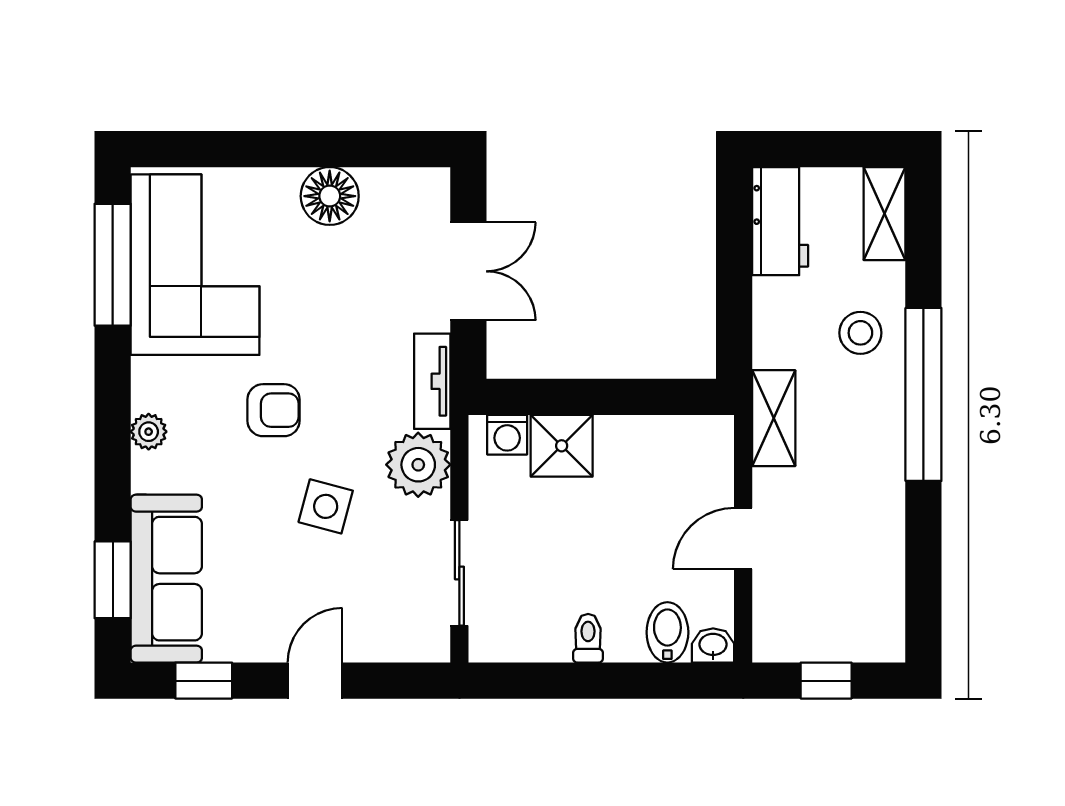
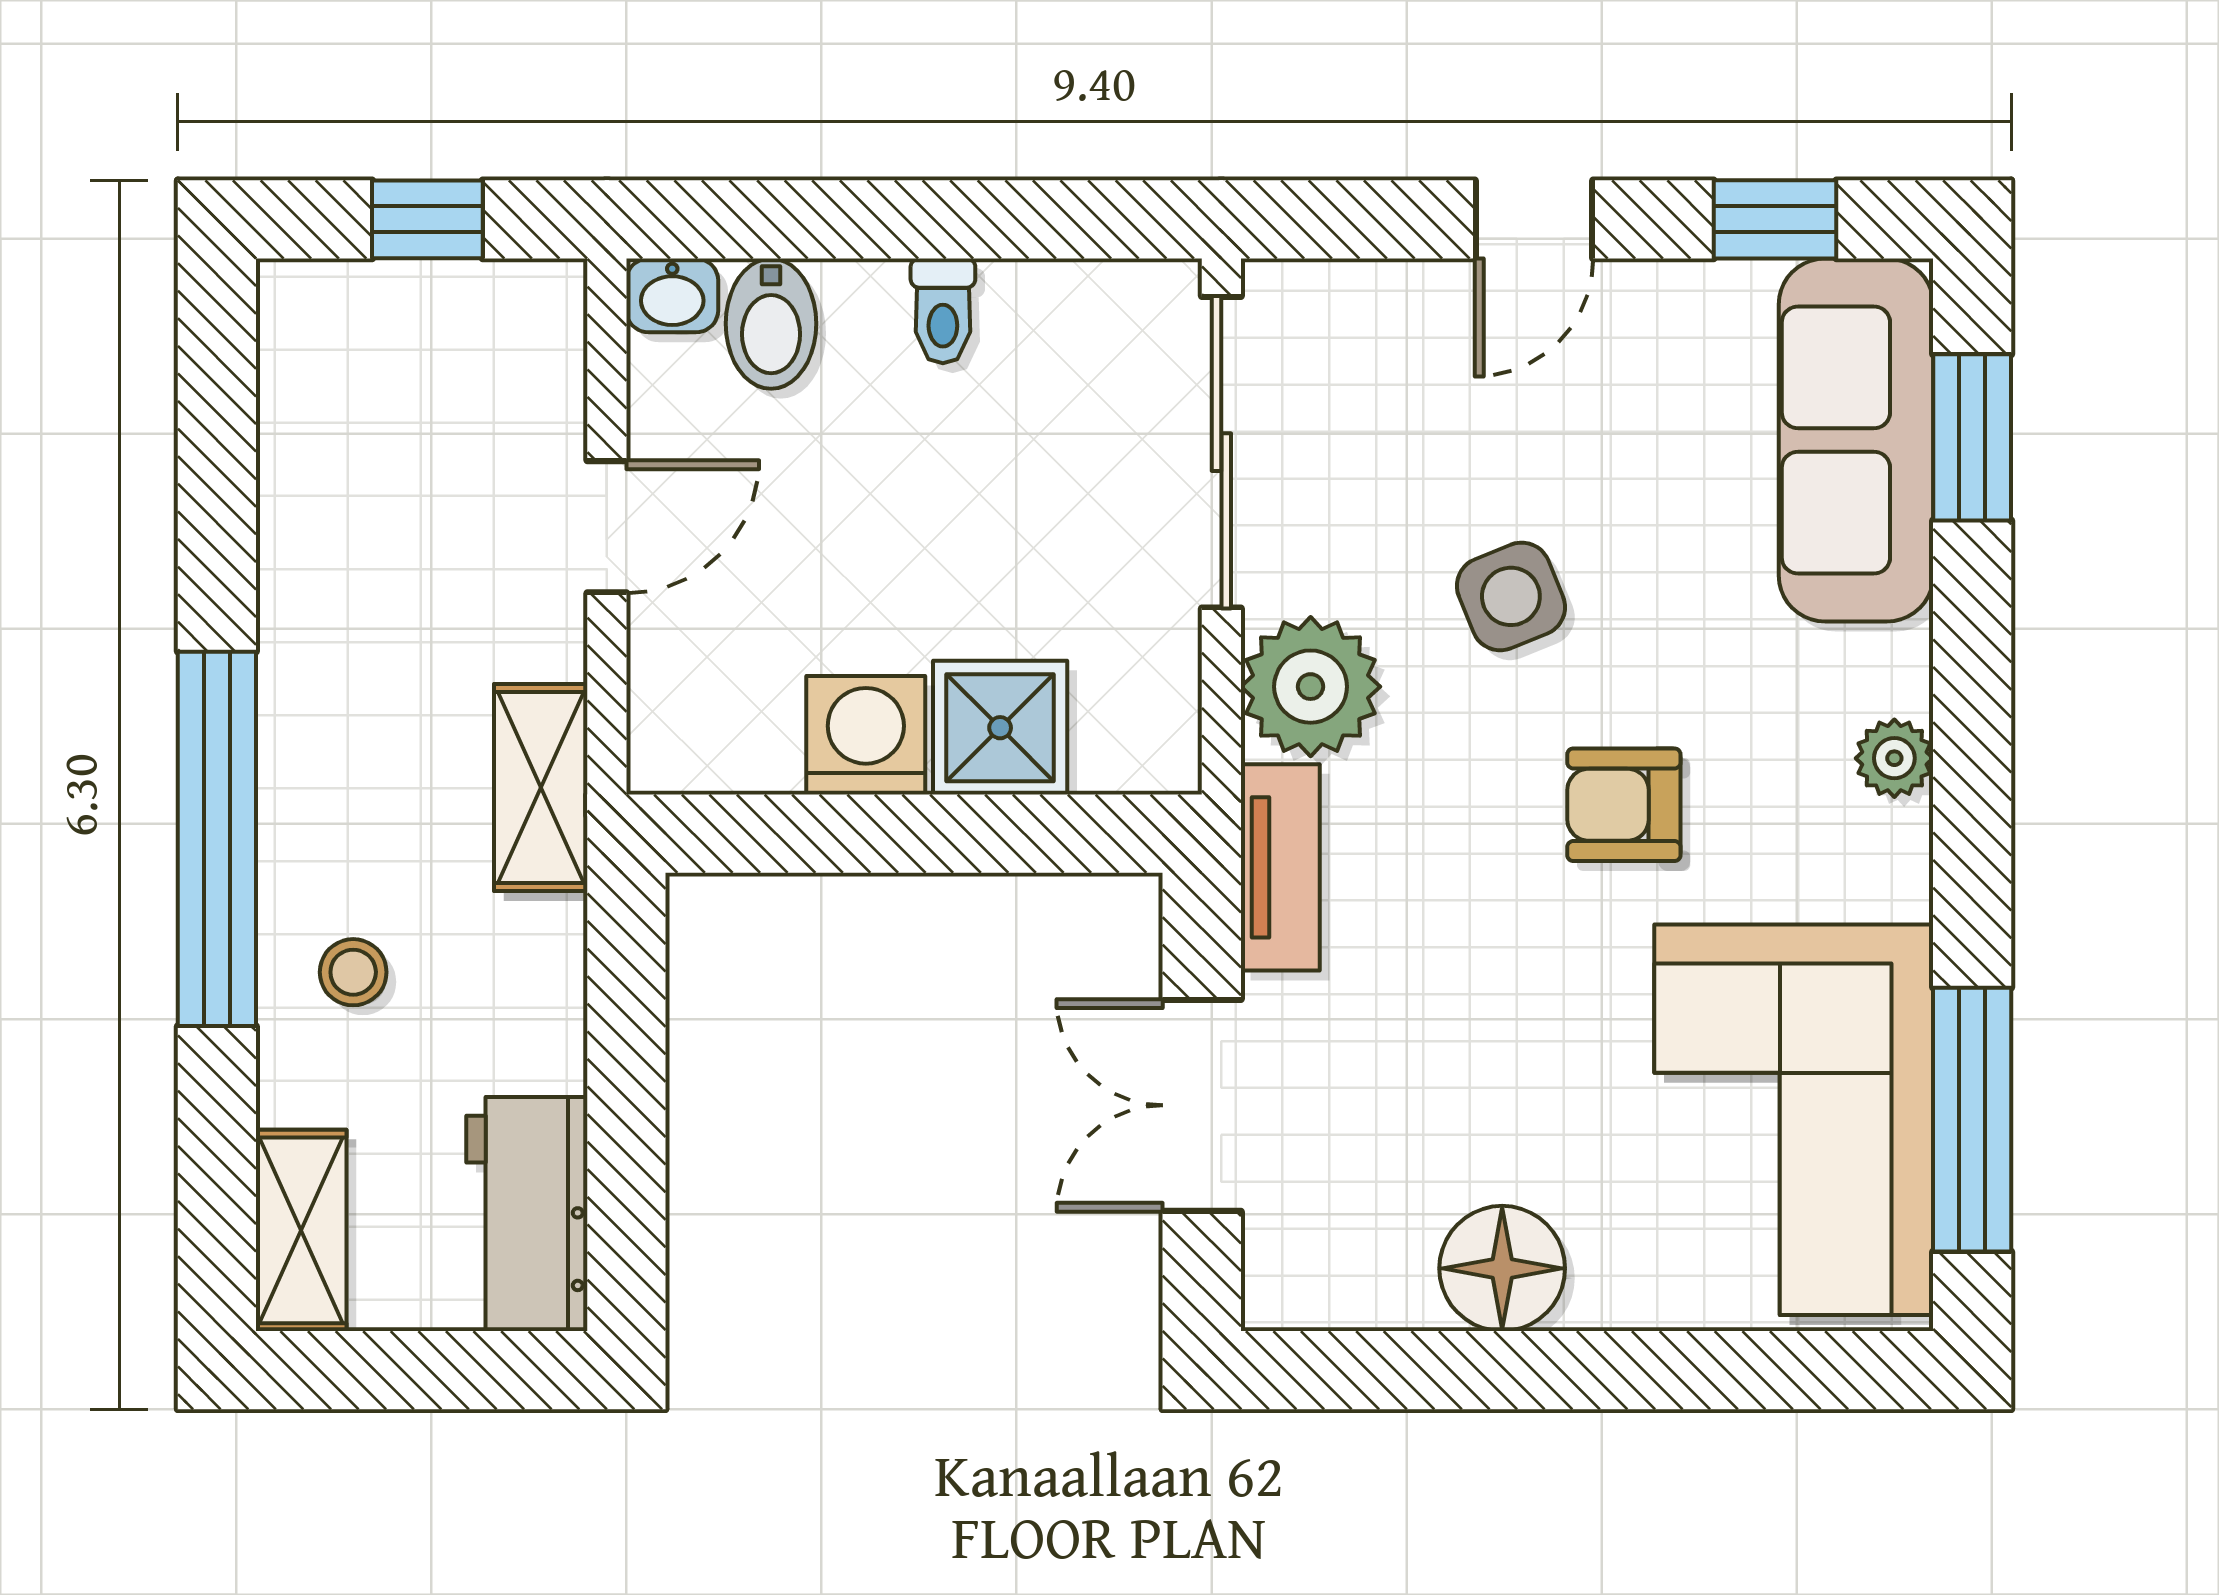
stool: (860, 333) -> (353, 972), width x0.73, depth x0.73
washing machine: (507, 435) -> (866, 735), moved, width x1.38, depth x1.38
side table: (326, 506) -> (1511, 596), turned -37
sliding door: (459, 573) -> (1221, 452), width x1.37

